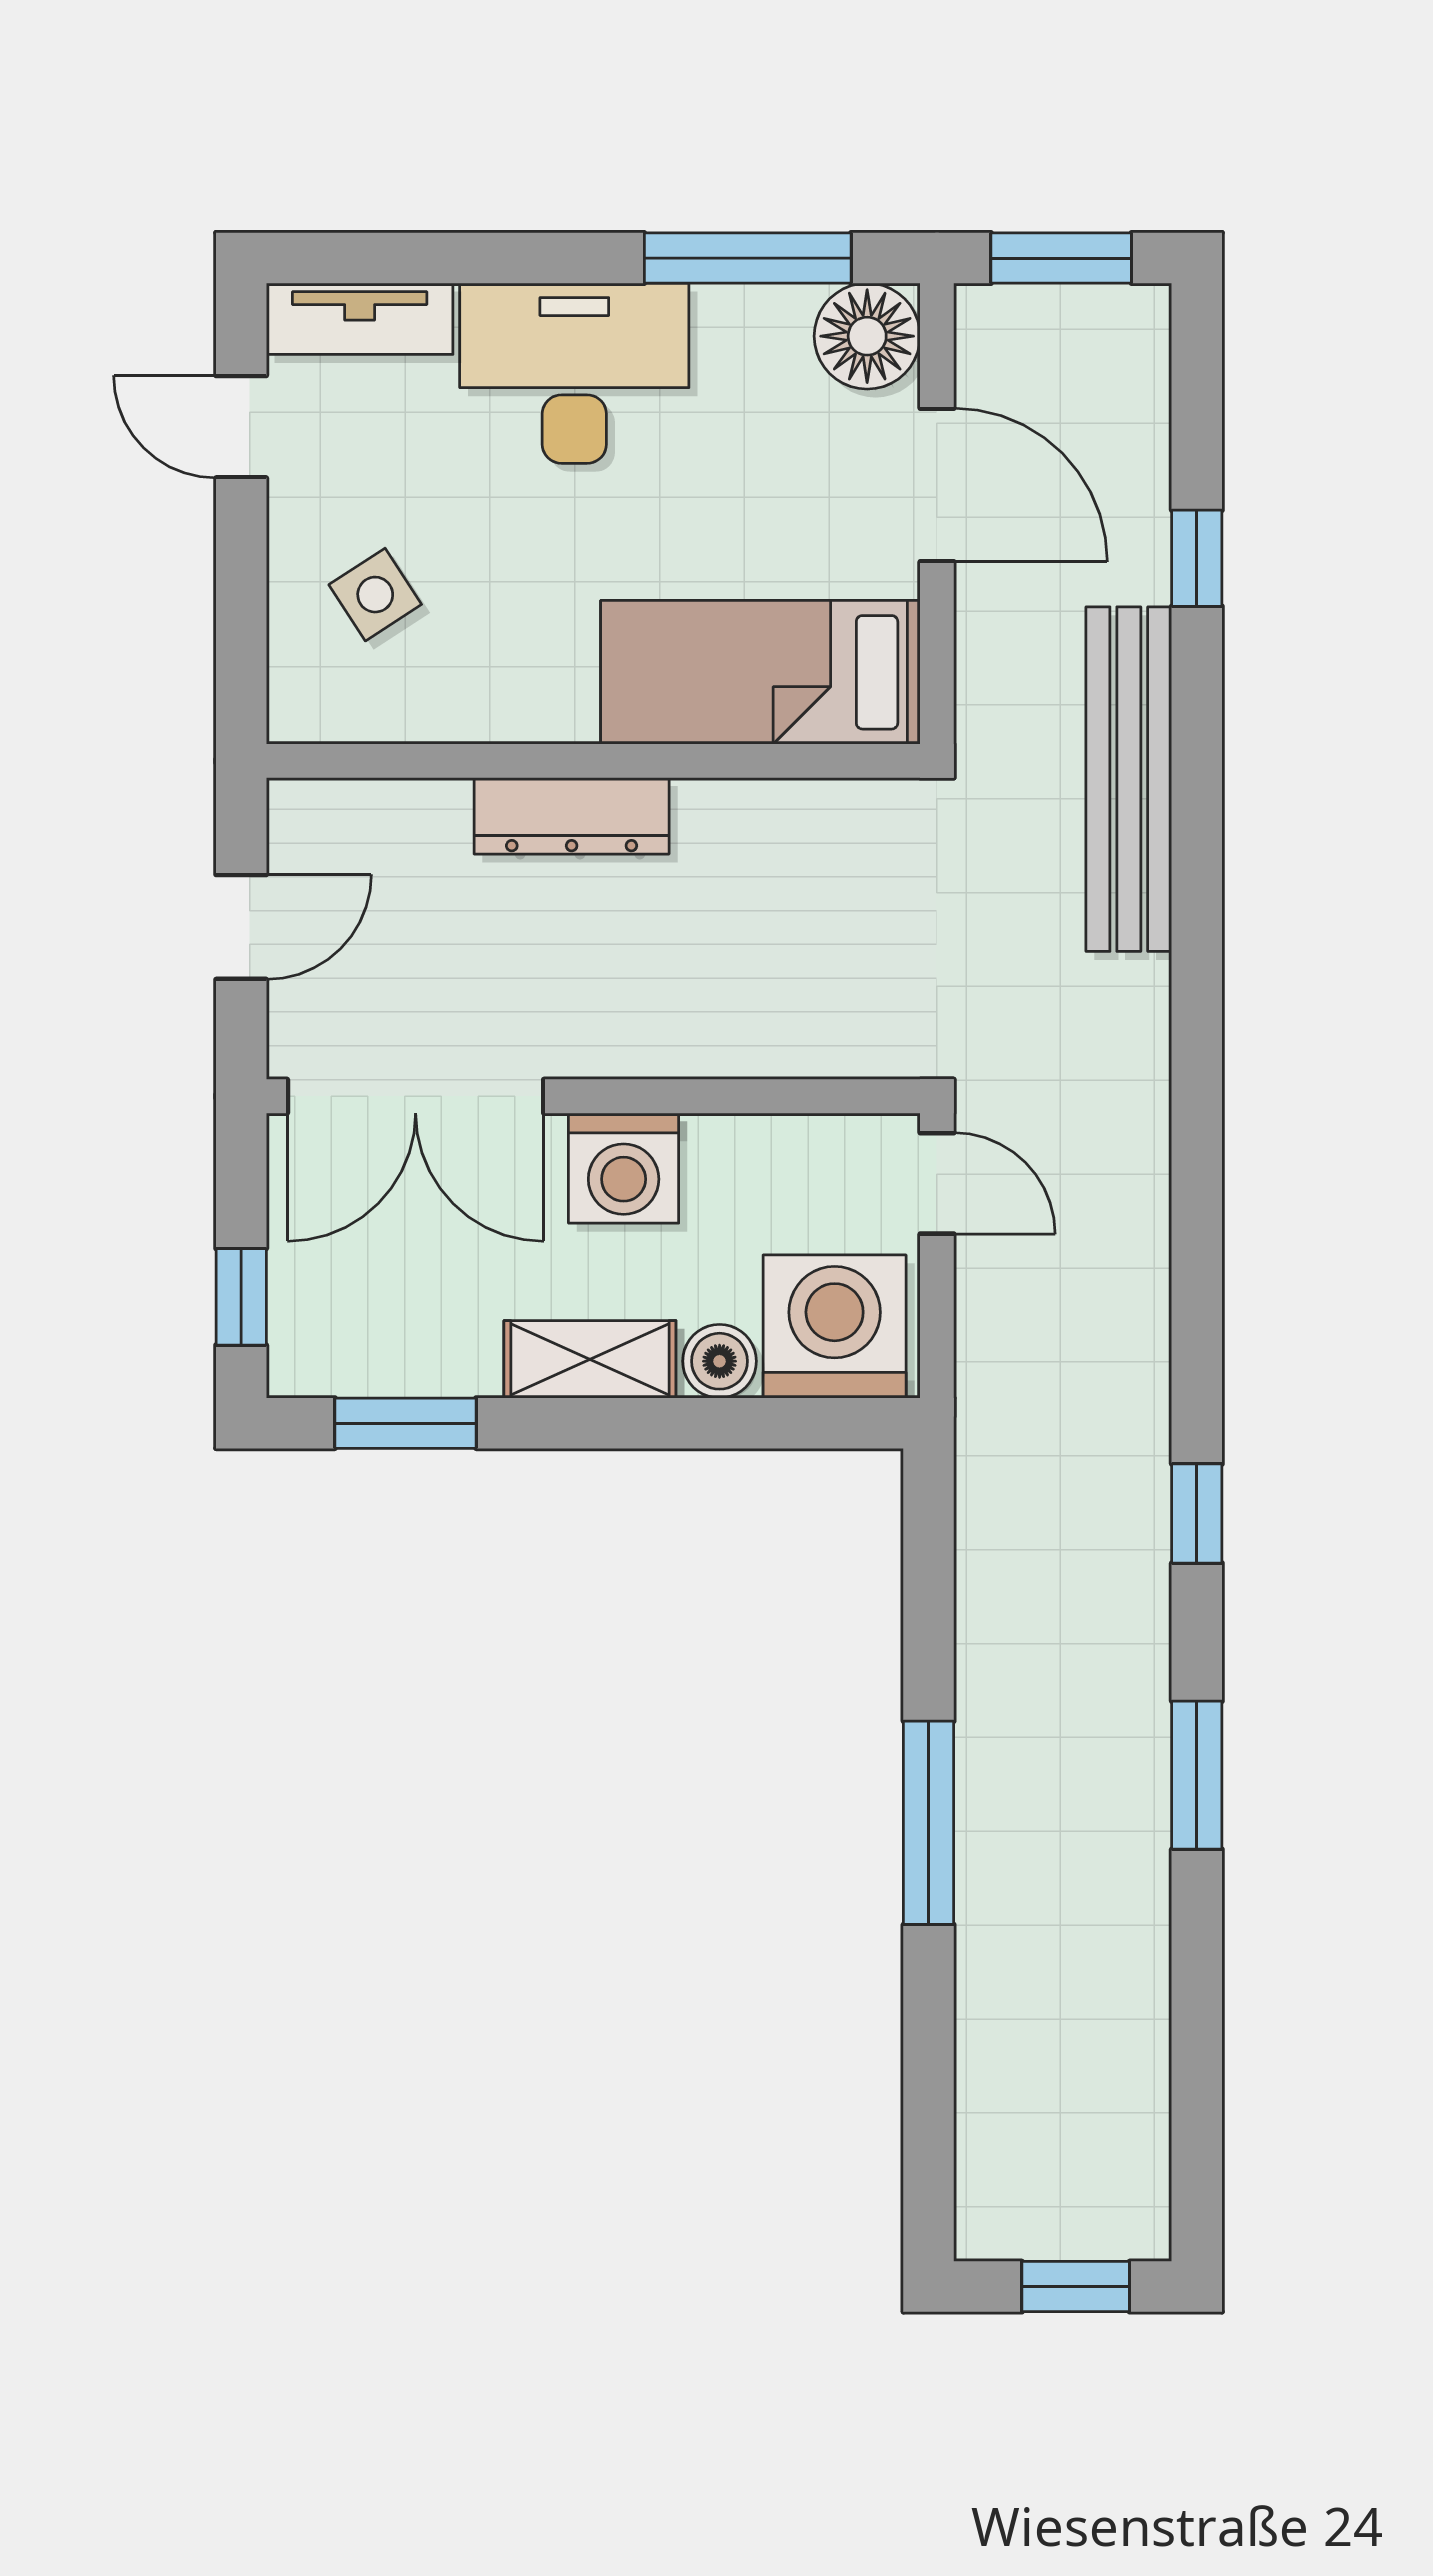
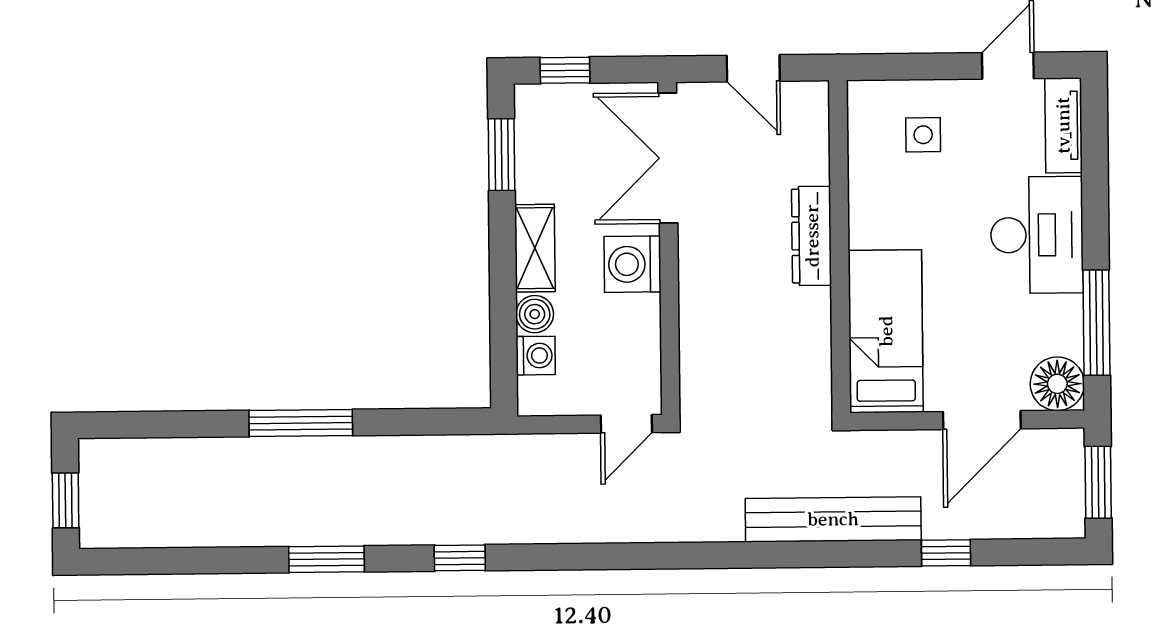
side table: (375, 595) -> (923, 135), turned 33
washing machine: (835, 1326) -> (536, 356), width x0.53, depth x0.53

